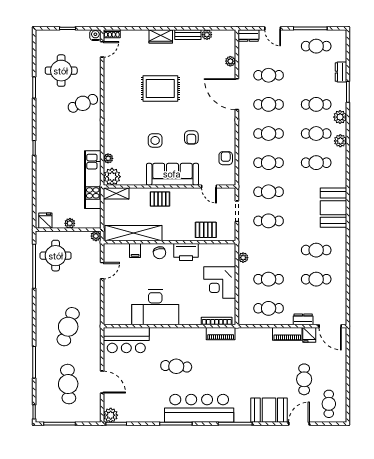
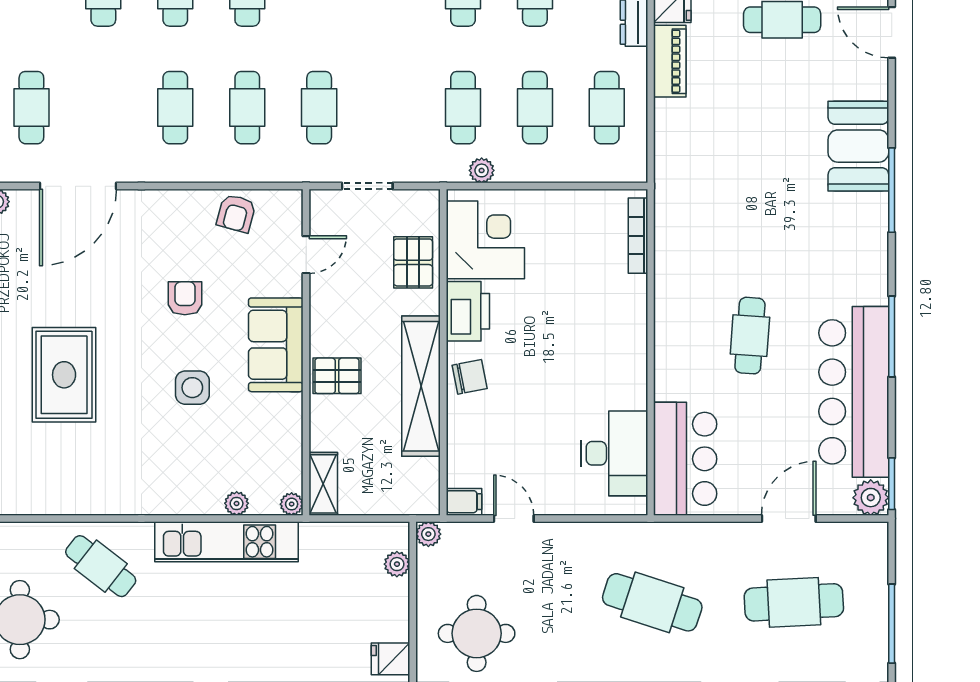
cafe table: (83, 103) -> (101, 566), turned -30
cafe table: (269, 104) -> (103, 108), removed
armchair: (191, 137) -> (185, 298), turned -90
armchair: (226, 158) -> (236, 213), turned -75
sofa: (172, 174) -> (276, 345), width x0.73
plant: (112, 177) -> (292, 504), width x0.53, depth x0.53
kitchen unit: (93, 180) -> (227, 542), moved
pallet: (160, 199) -> (337, 376), turned 90
cafe table: (269, 221) -> (463, 108), moved
plant: (70, 223) -> (397, 564), moved
shelving: (134, 233) -> (421, 386), moved
filing cabinet: (135, 250) -> (464, 502), moved
corner desk: (220, 282) -> (485, 240), moved, turned -90
desk: (155, 307) -> (614, 453), moved, width x0.73, depth x0.77
piano: (221, 334) -> (669, 226), removed
bar counter: (199, 408) -> (854, 392), moved
booth: (269, 410) -> (858, 146), moved

